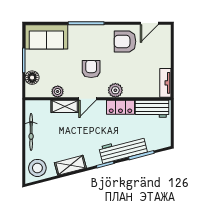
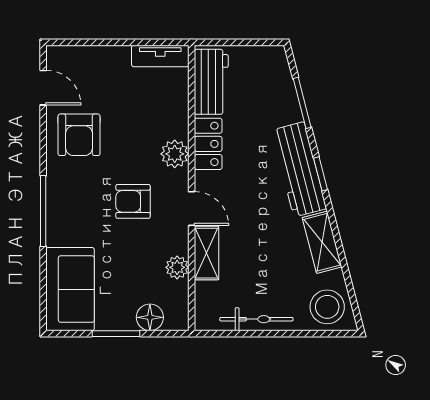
workbench: (123, 150) -> (299, 169), moved

